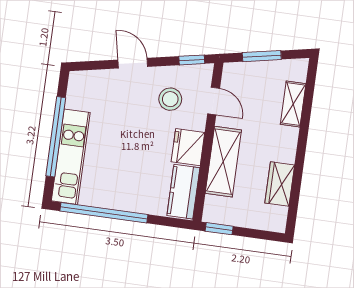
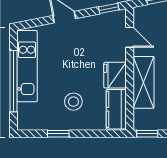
stool: (170, 99) -> (73, 102), moved
kitchen unit: (71, 157) -> (27, 66), moved
window: (104, 213) -> (58, 134), width x0.32

